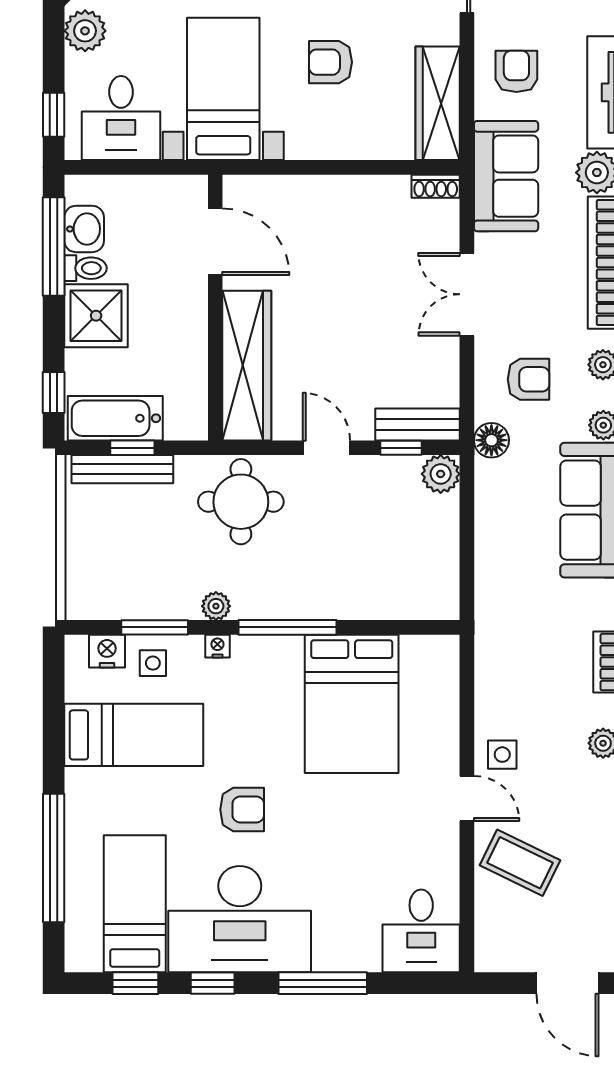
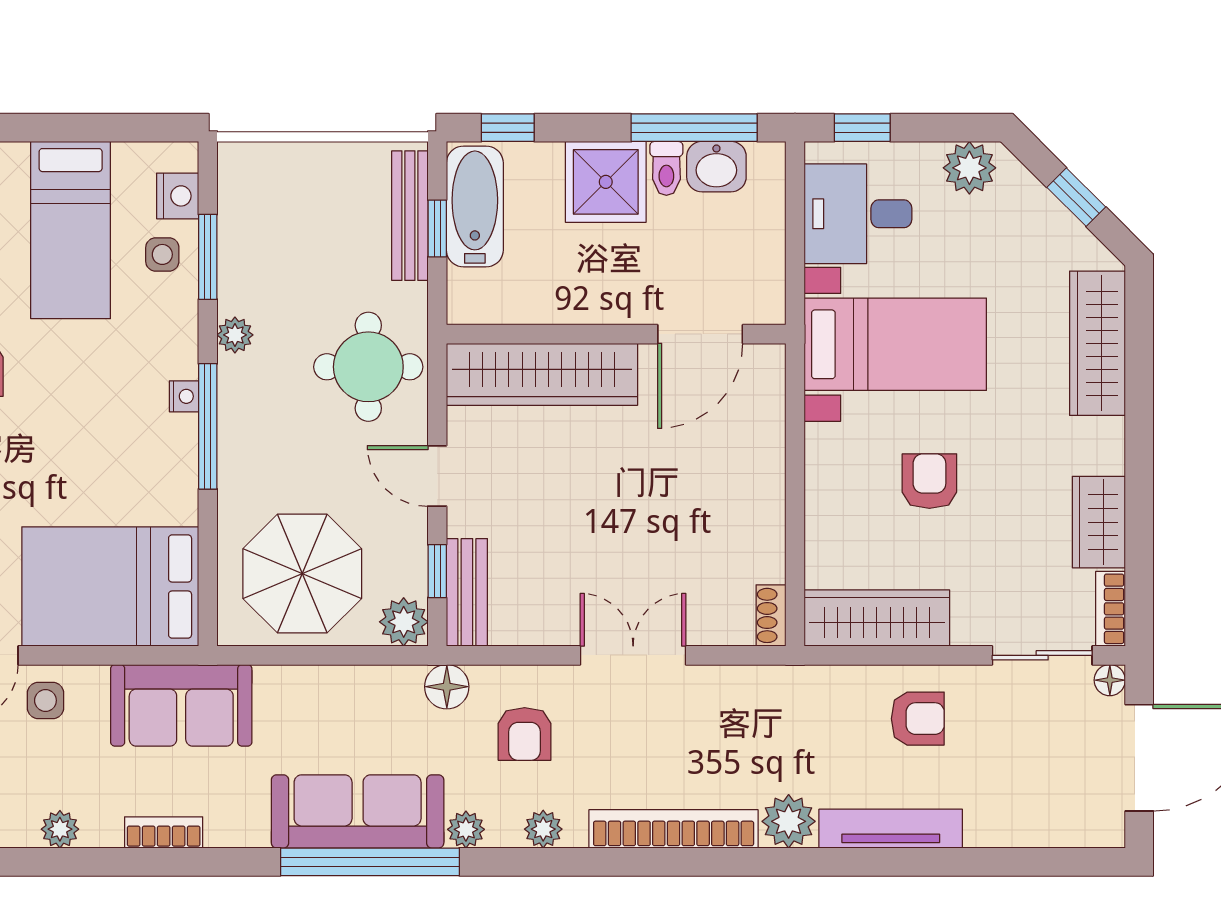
sofa: (506, 176) -> (181, 705), moved
door: (326, 448) -> (437, 476), swing flipped
parasol: (403, 553) -> (302, 574), added
nightstand: (217, 646) -> (184, 396), moved
bed: (352, 704) -> (110, 586), moved

